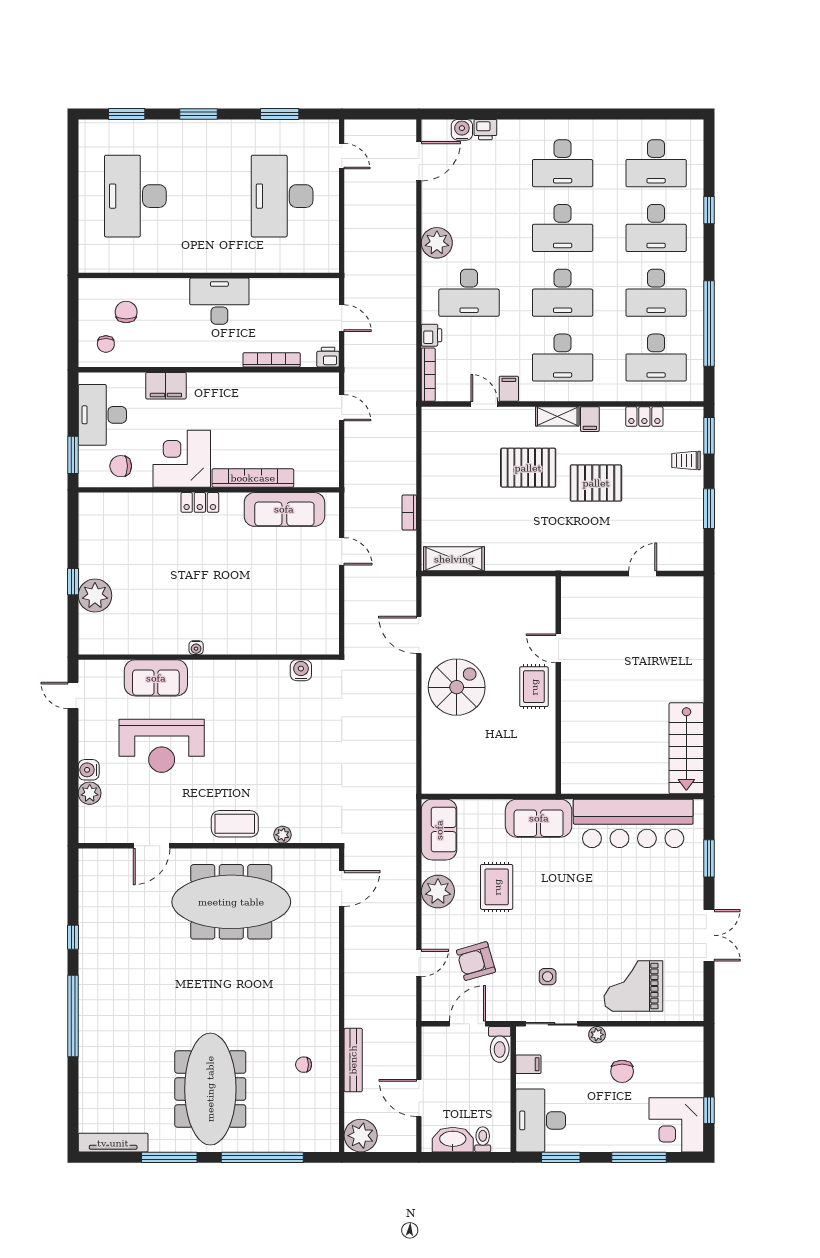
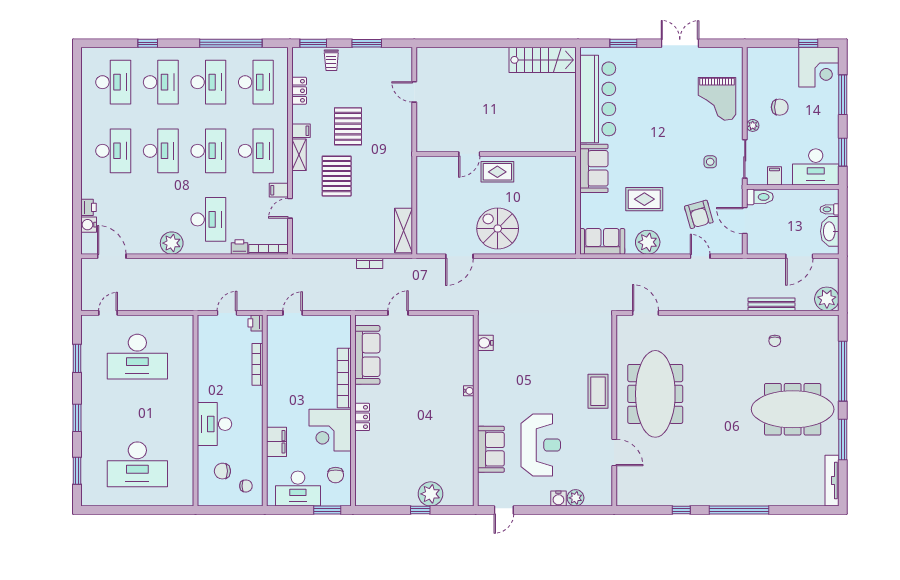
desk: (219, 301) -> (214, 424), moved
water cooler: (196, 648) -> (469, 391), moved
plant: (283, 835) -> (606, 356), removed

